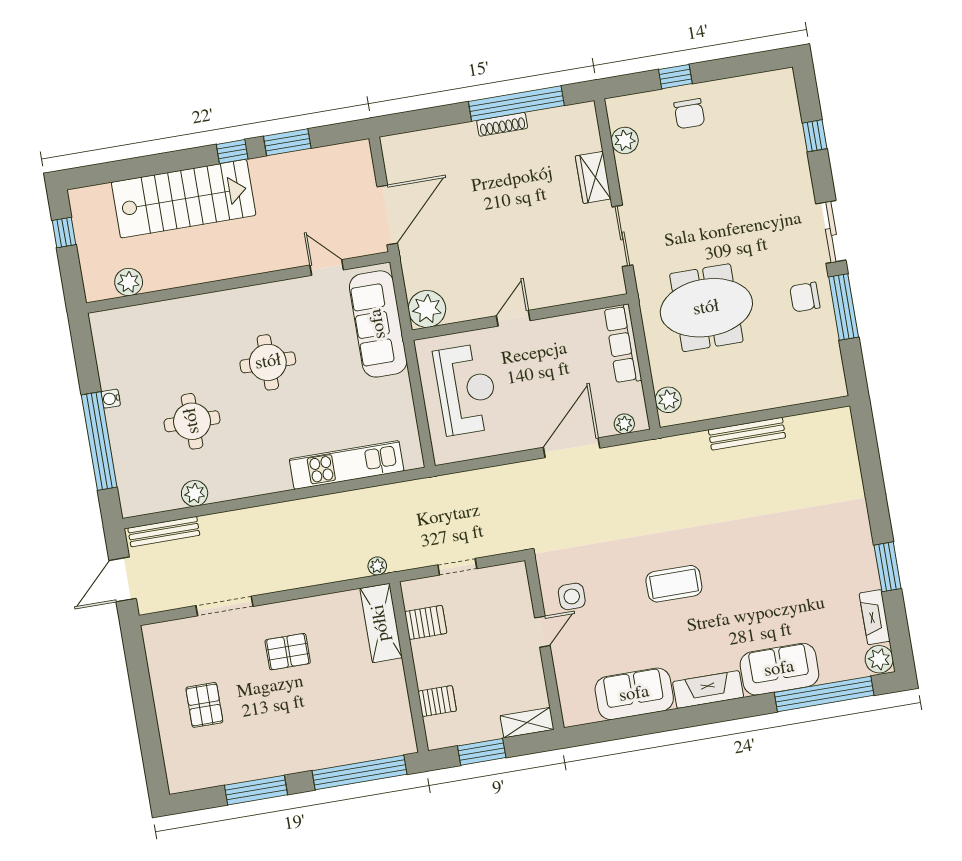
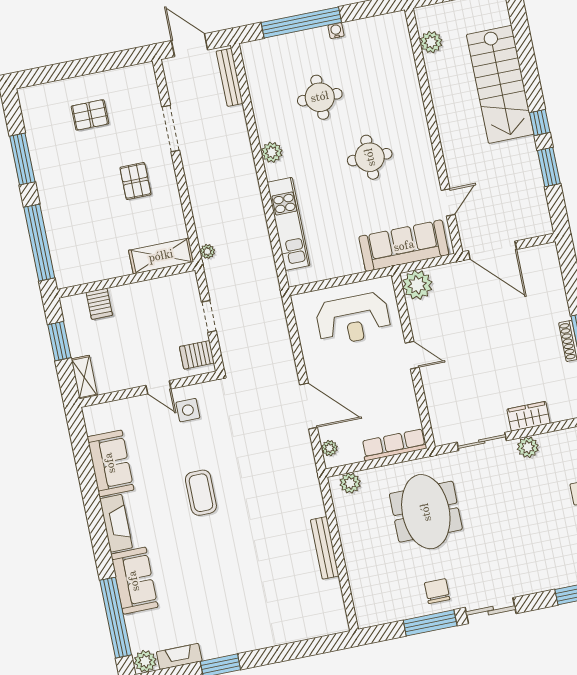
plant: (625, 140) -> (528, 447), moved
plant: (195, 493) -> (272, 152), moved
server rack: (426, 622) -> (197, 355), moved, turned 90

